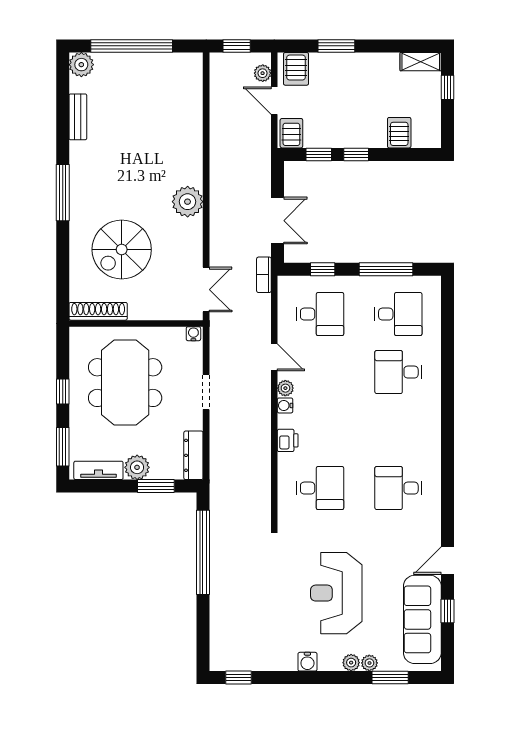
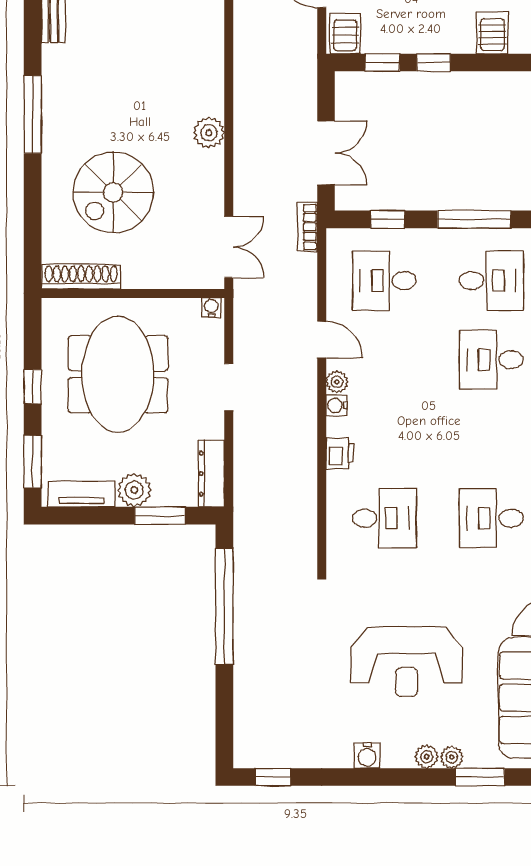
plant: (188, 202) -> (209, 133), width x0.73, depth x0.73
desk: (320, 314) -> (384, 281), turned 180
reception desk: (336, 593) -> (406, 662), turned -90

